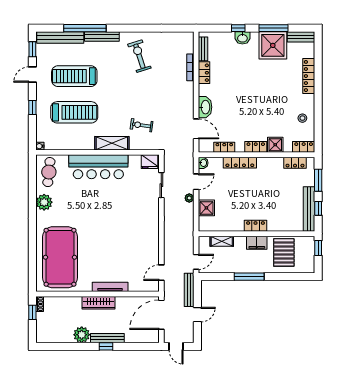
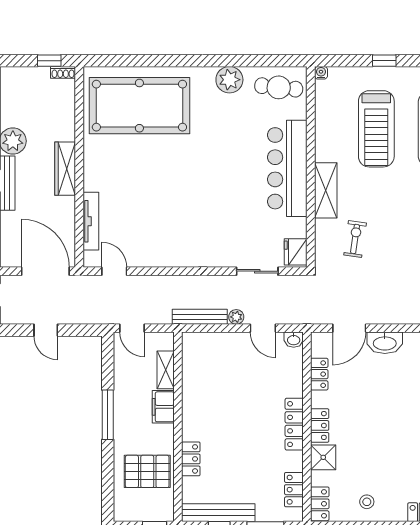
locker: (240, 163) -> (294, 424), moved
shower: (206, 208) -> (220, 345), removed
locker: (255, 226) -> (191, 459), moved
filing cabinet: (257, 243) -> (163, 407), moved
tv unit: (110, 287) -> (91, 221), moved
bench: (189, 290) -> (200, 317), moved

